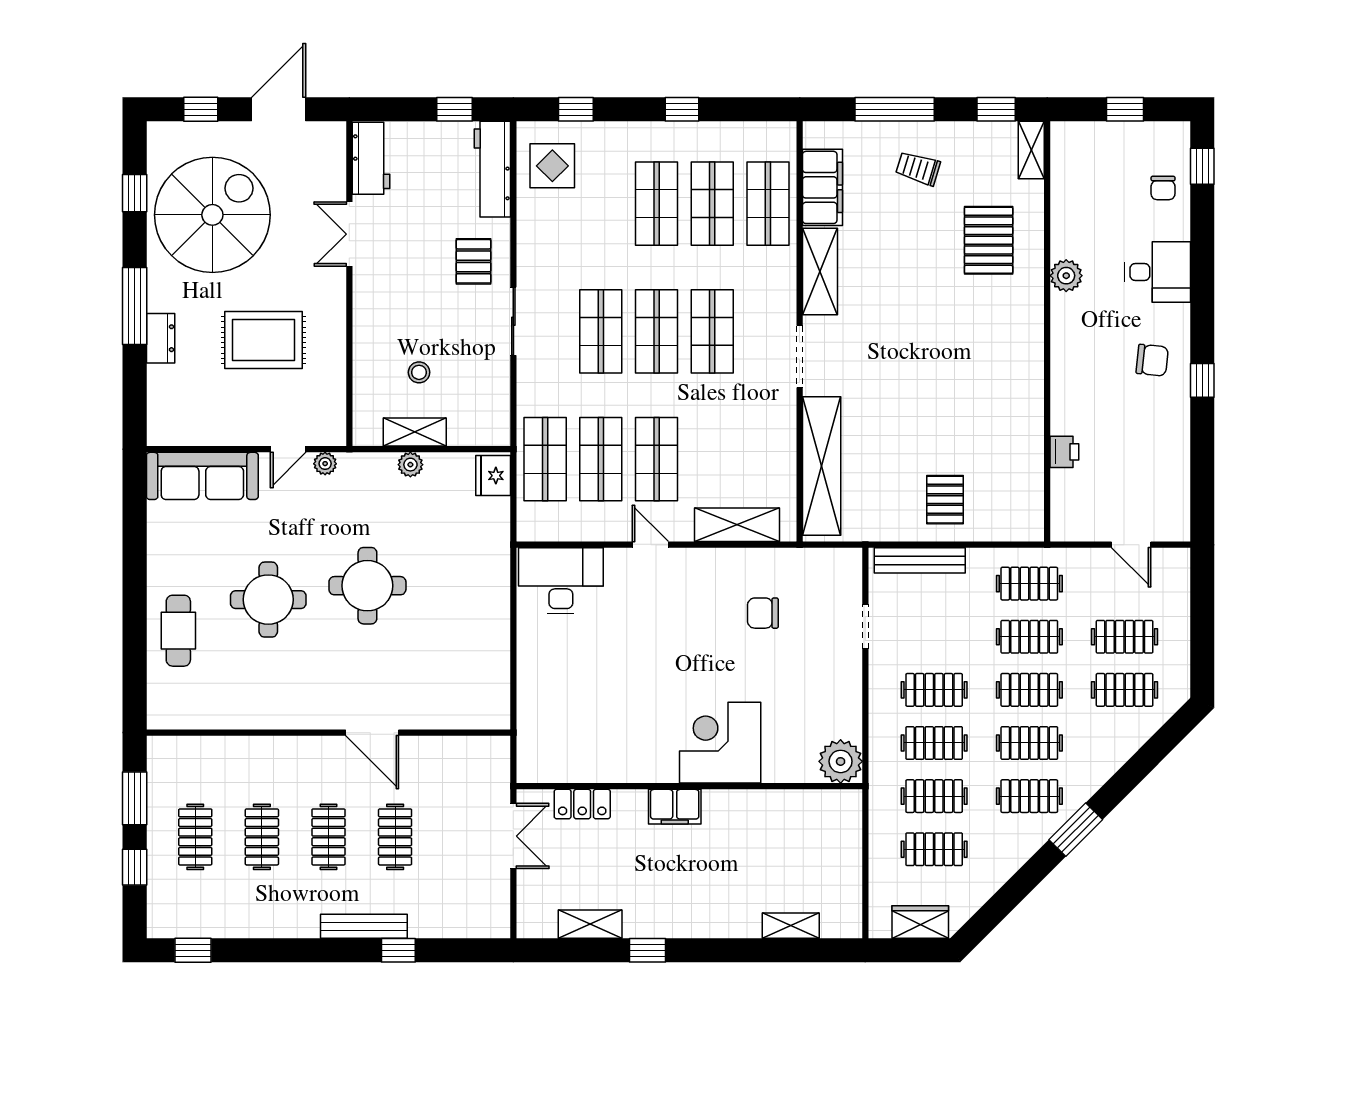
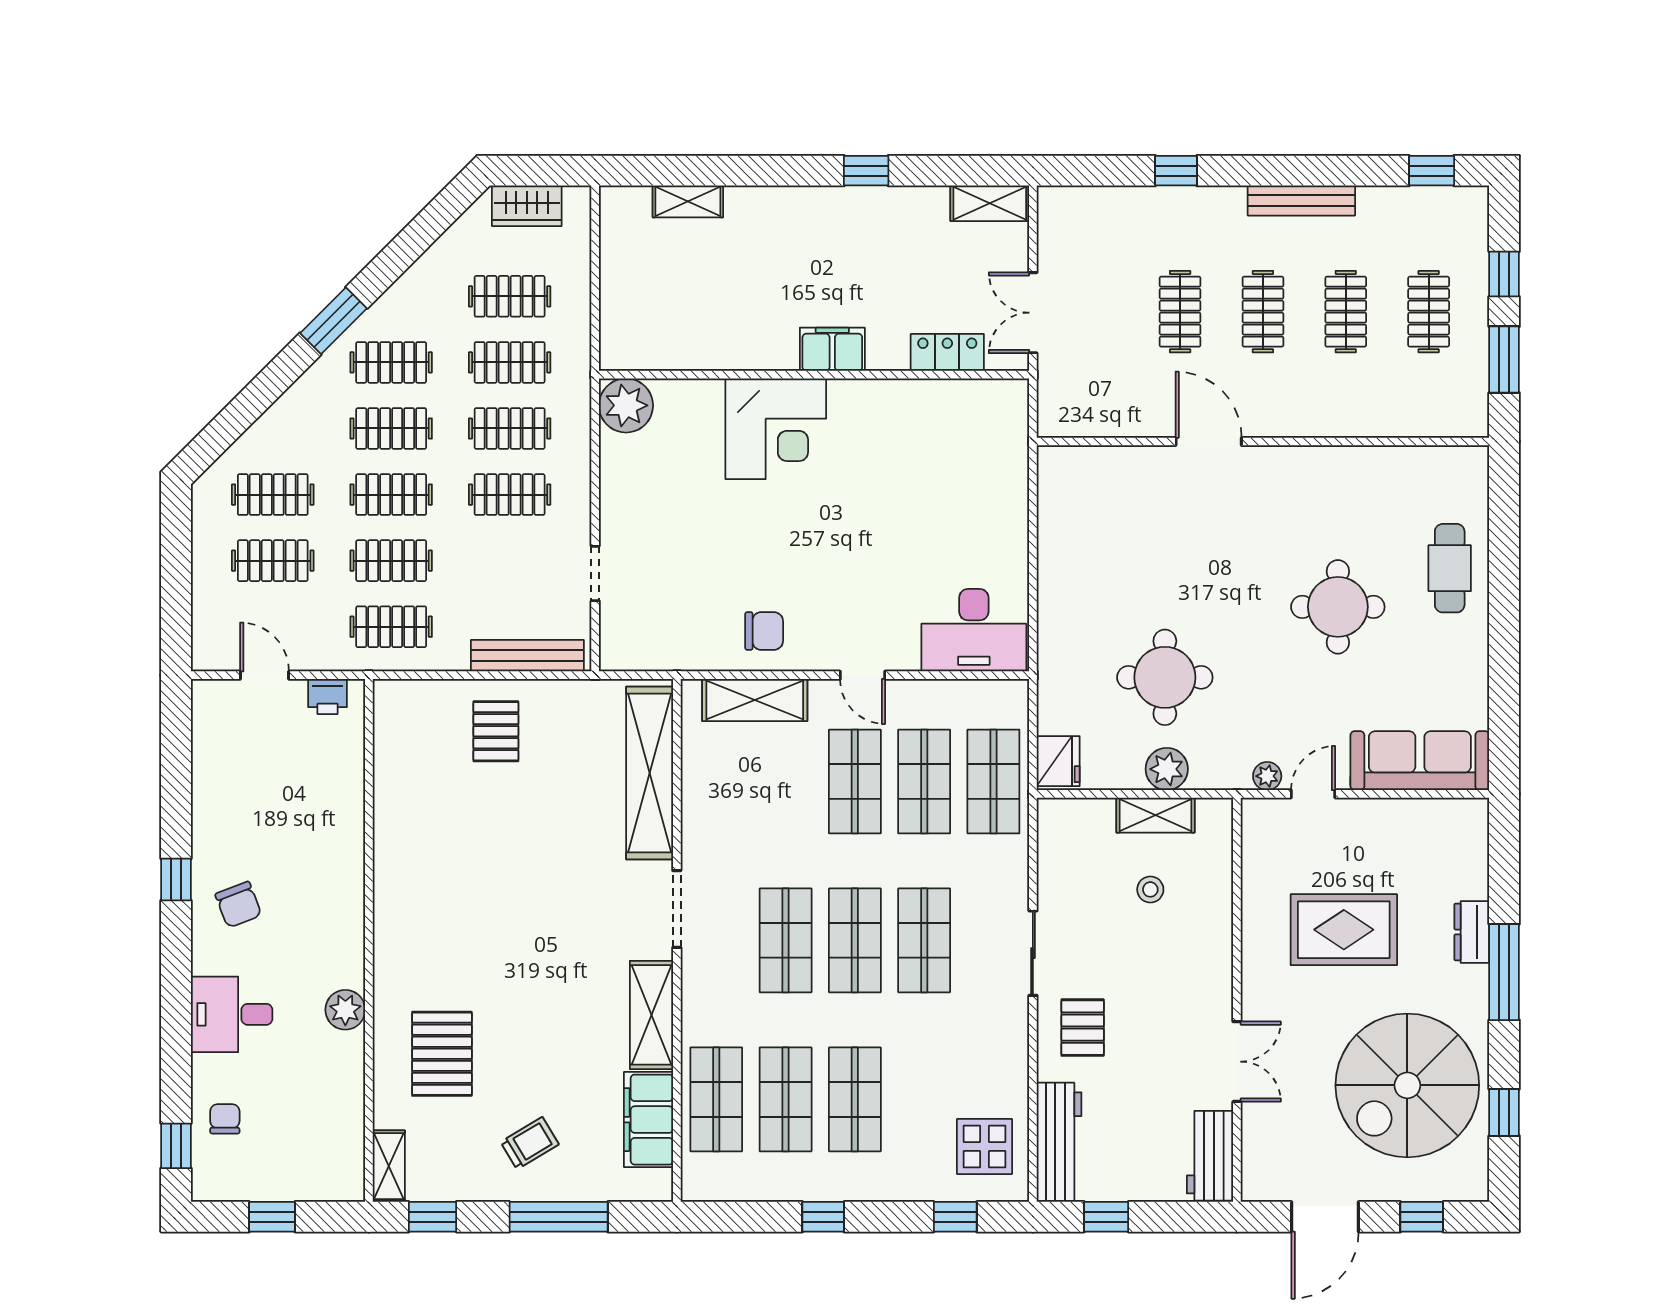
trolley: (918, 168) -> (530, 1143), turned -48
chair: (1152, 360) -> (238, 905), turned -117
printer: (1064, 452) -> (328, 697), moved, turned -90
plant: (410, 465) -> (1167, 769), width x1.38, depth x1.38
round table: (367, 586) -> (1165, 677), moved
chair: (763, 613) -> (764, 631), moved
shelving: (590, 924) -> (990, 203), moved
bench: (364, 926) -> (1301, 201), moved

